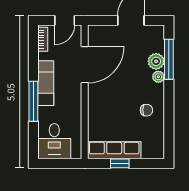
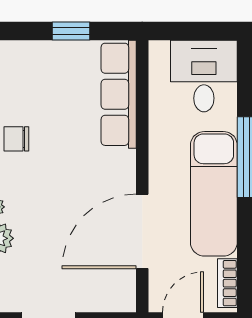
exam couch: (46, 83) -> (214, 194), width x1.36, depth x1.45
row of seats: (114, 150) -> (119, 94), moved, turned 90

